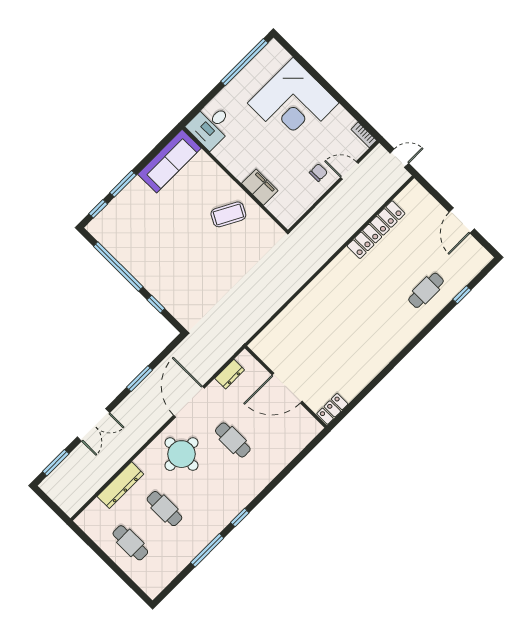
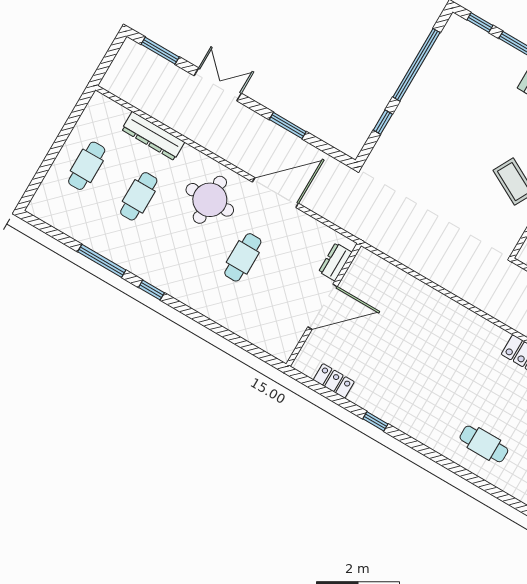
window: (462, 295) -> (375, 421), moved
dresser: (230, 374) -> (335, 262), moved, turned 90
door: (287, 388) -> (322, 307), swing flipped
locker: (332, 409) -> (334, 381), moved
double door: (93, 425) -> (218, 84), swing flipped

